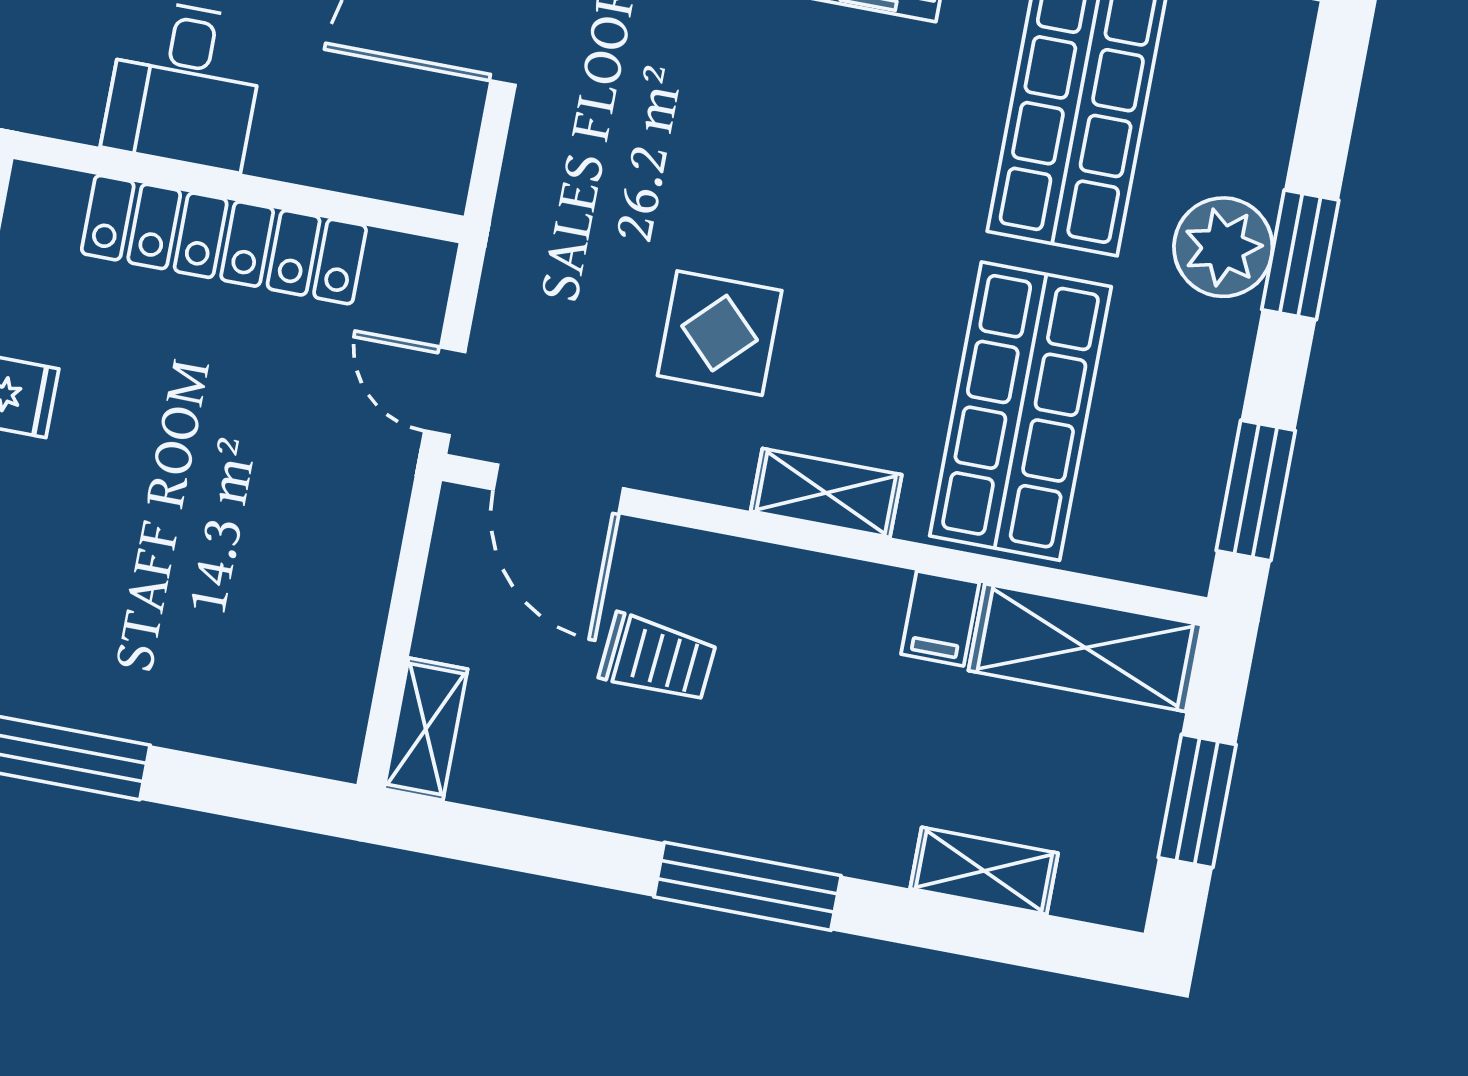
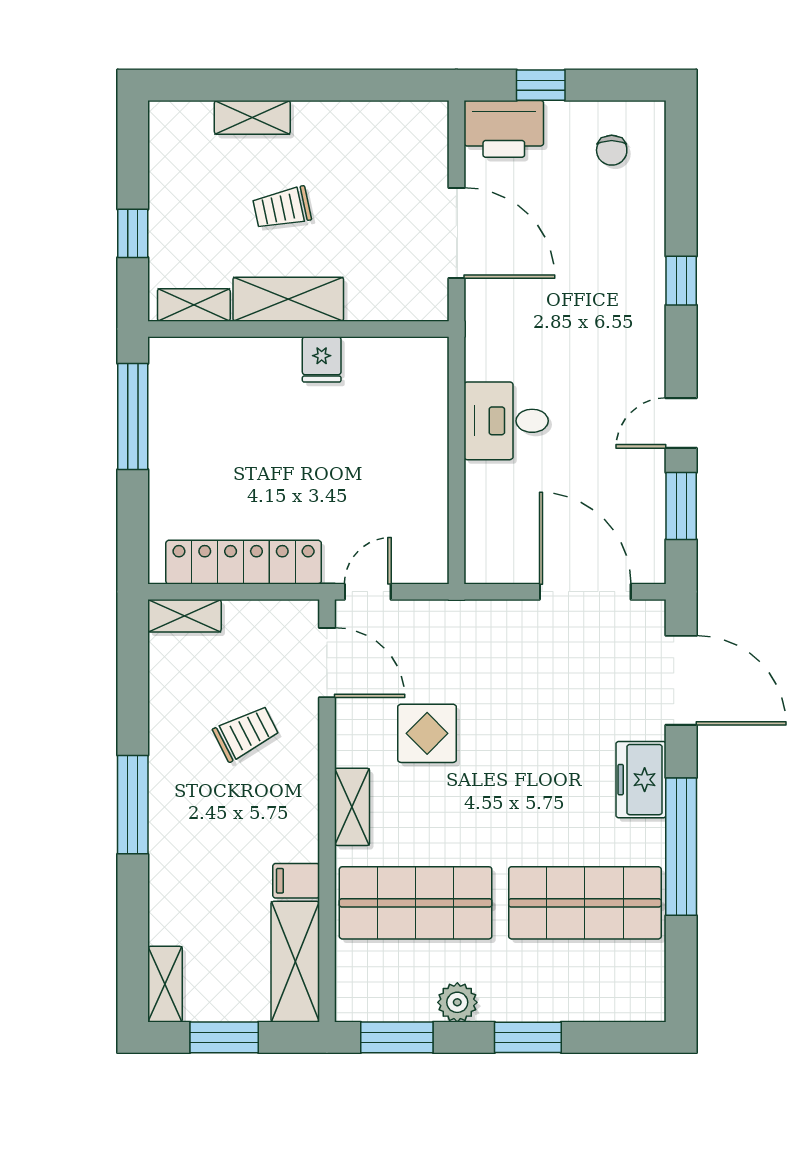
locker: (224, 240) -> (244, 562), moved, turned 90
plant: (1223, 247) -> (457, 1002), moved, width x0.73, depth x0.73
door: (558, 489) -> (327, 663), swing flipped
trolley: (658, 658) -> (246, 733), turned -122
shelving: (984, 871) -> (165, 984), moved

